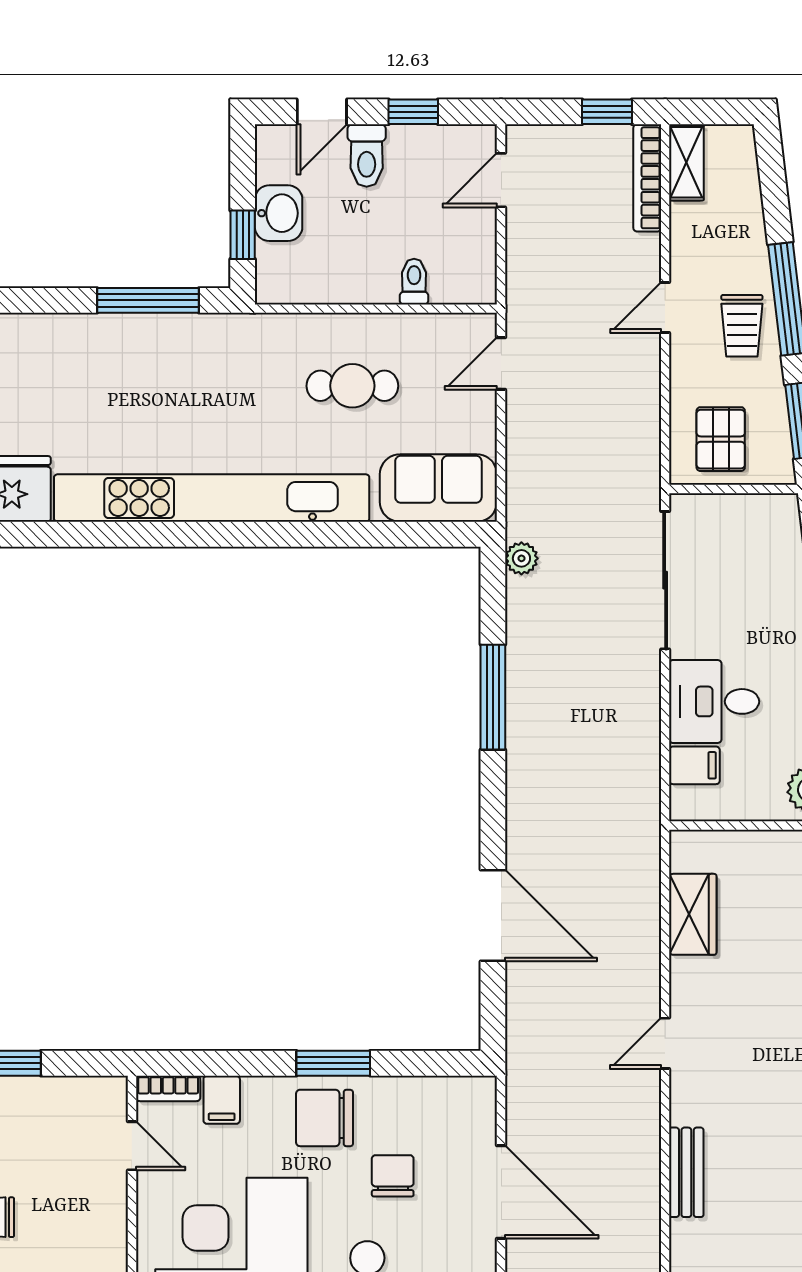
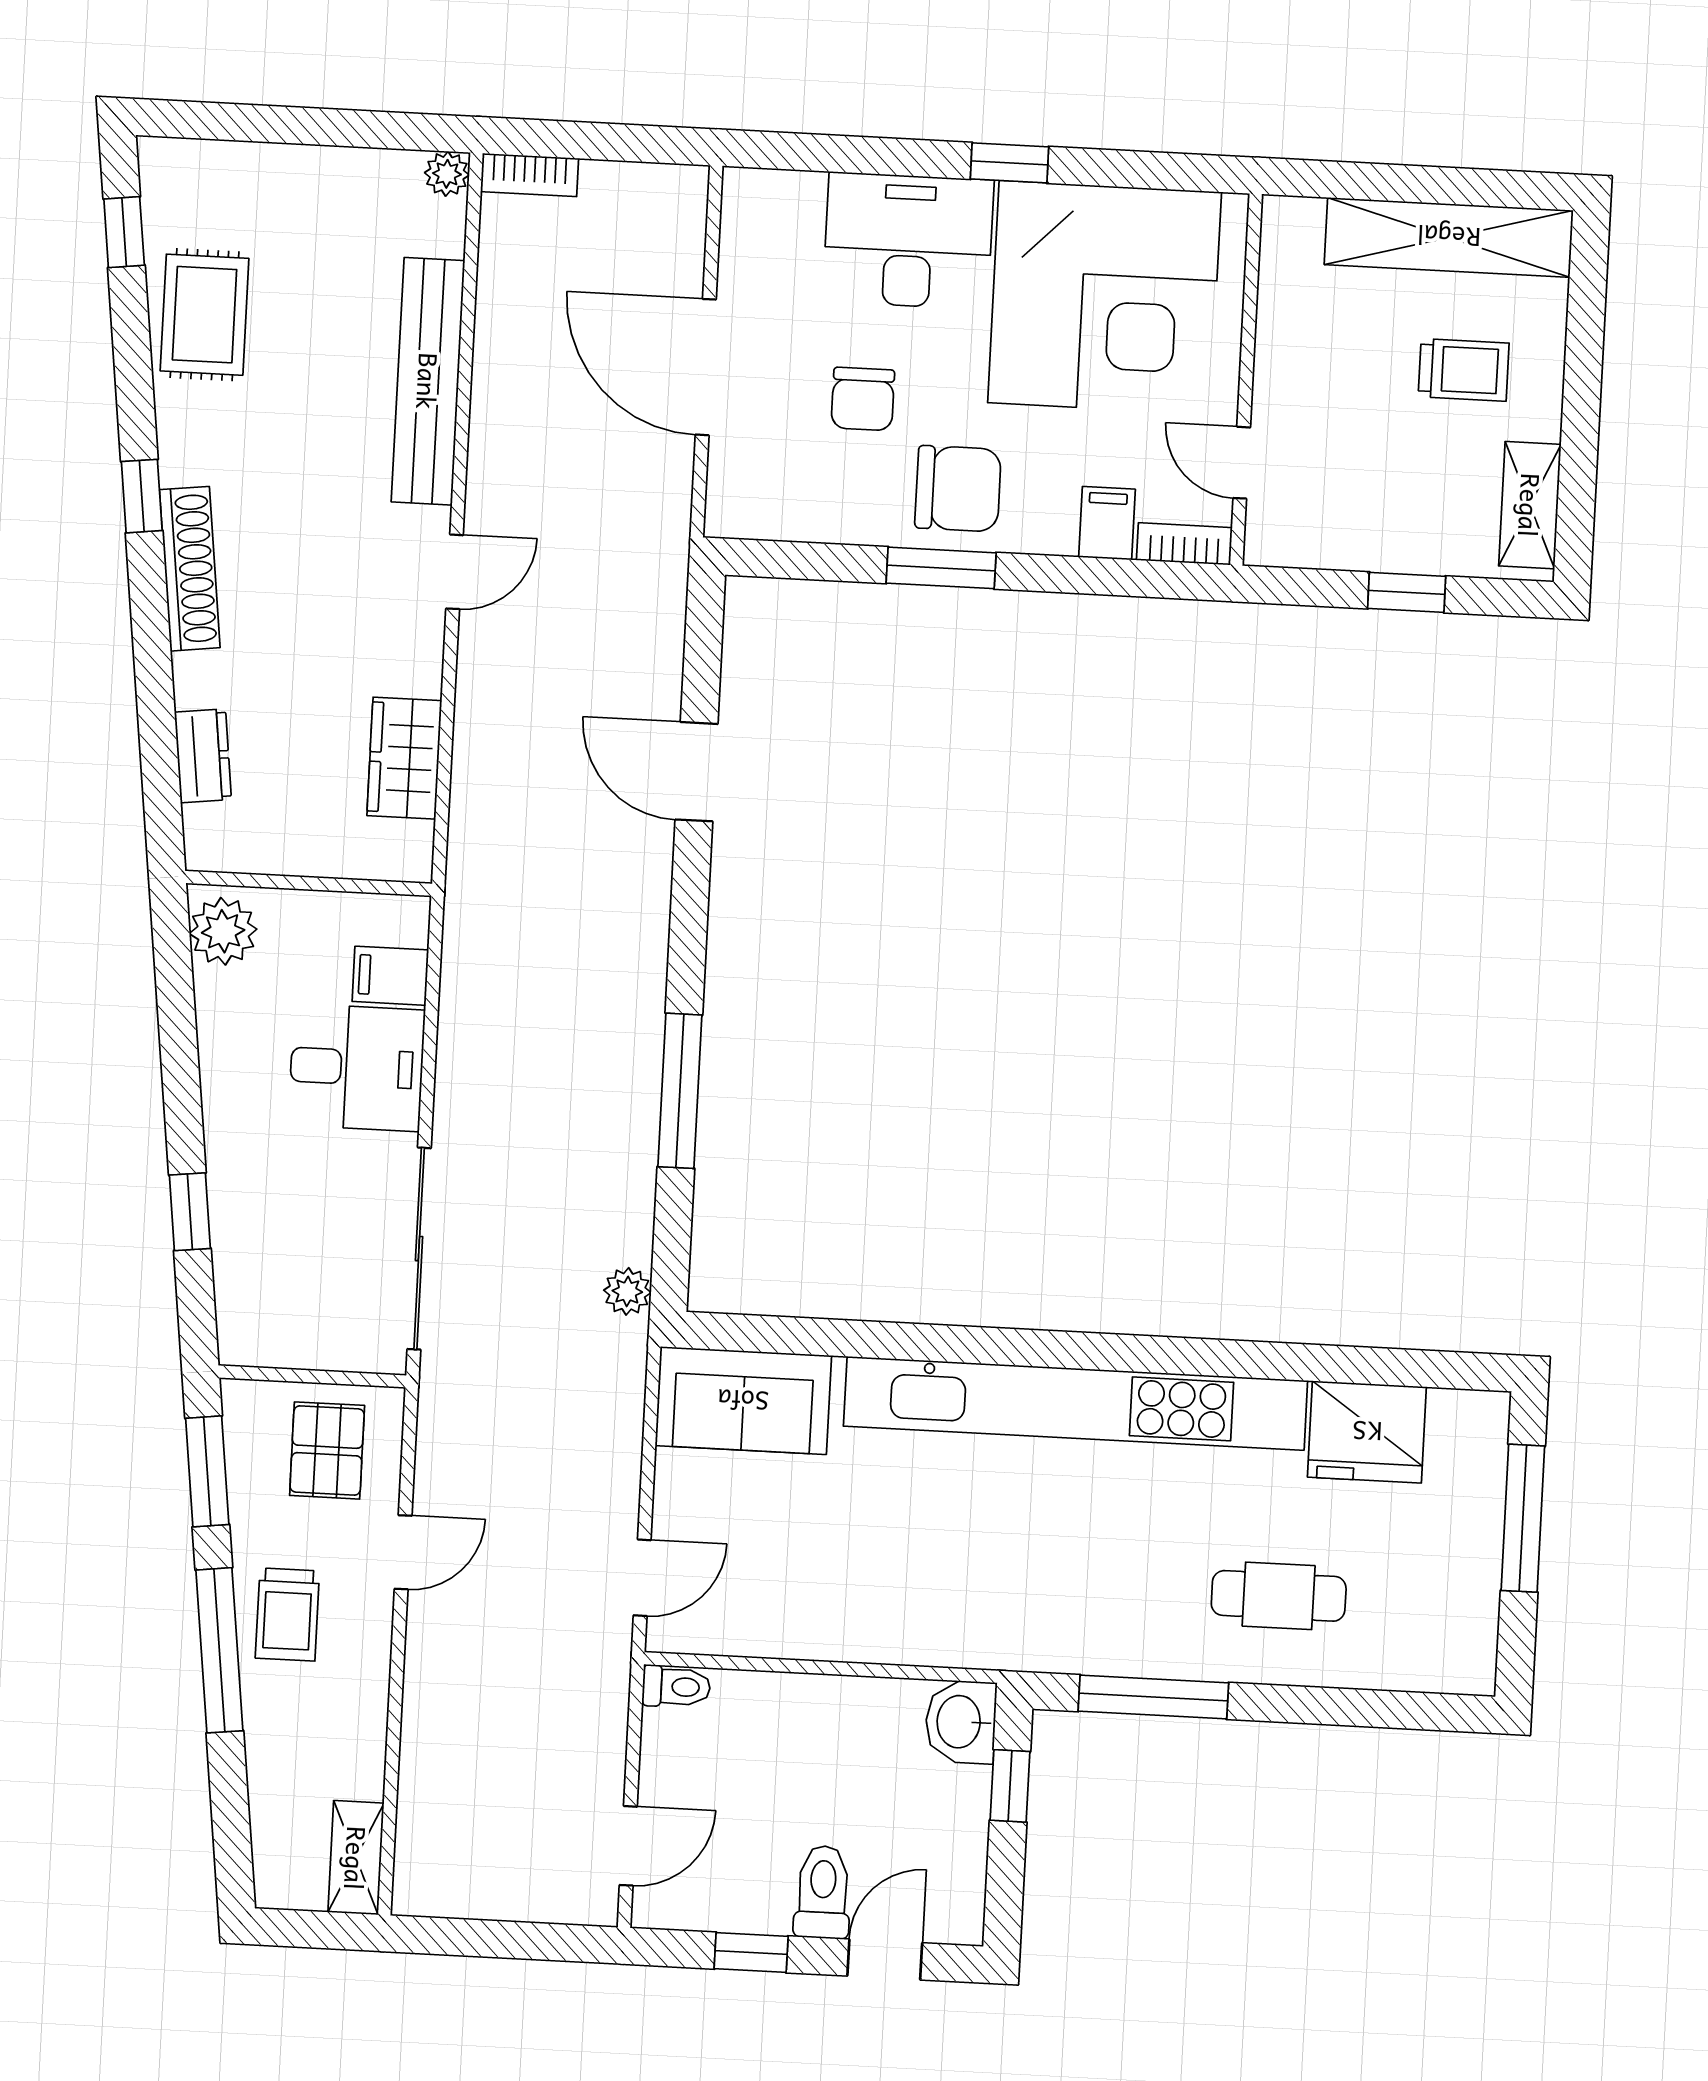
window: (607, 112) -> (468, 1938), removed
bookcase: (647, 178) -> (414, 1838), removed
washbasin: (279, 213) -> (961, 1722), moved
toilet: (414, 282) -> (676, 1687), moved, turned -90
door: (665, 307) -> (403, 1552), moved
trolley: (742, 326) -> (287, 1614), turned 180
cafe table: (352, 386) -> (1279, 1596), moved
door: (493, 916) -> (697, 772), width x0.73
bench: (686, 1172) -> (428, 381), width x1.86, depth x1.21

